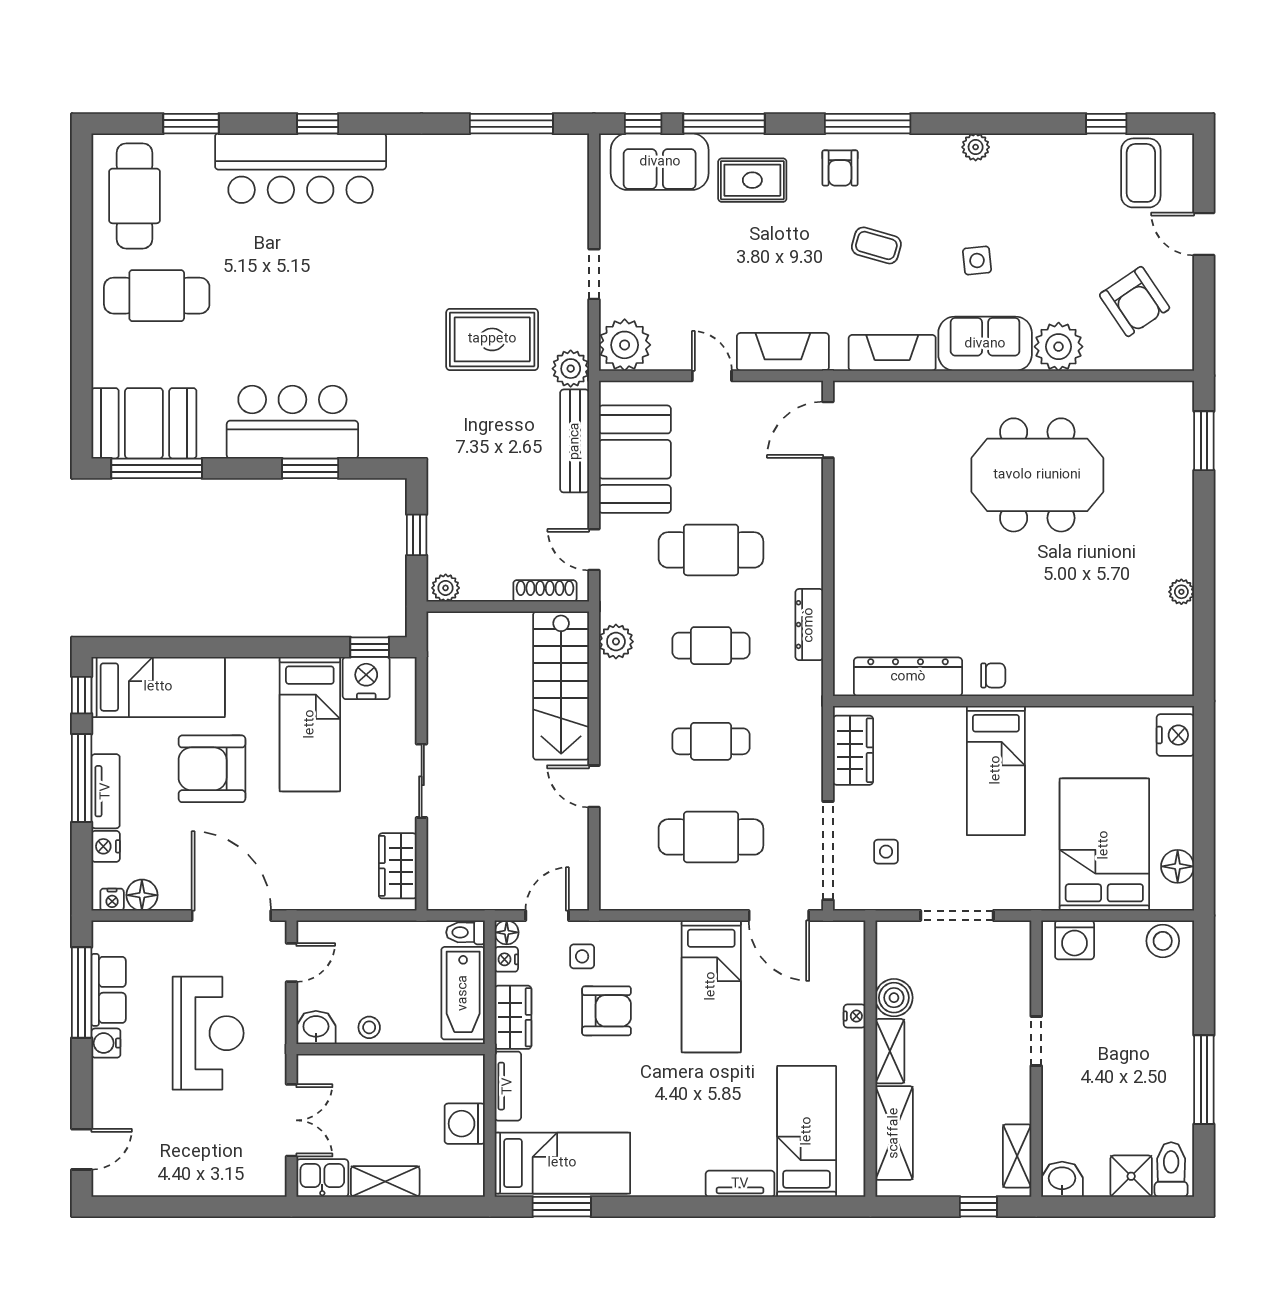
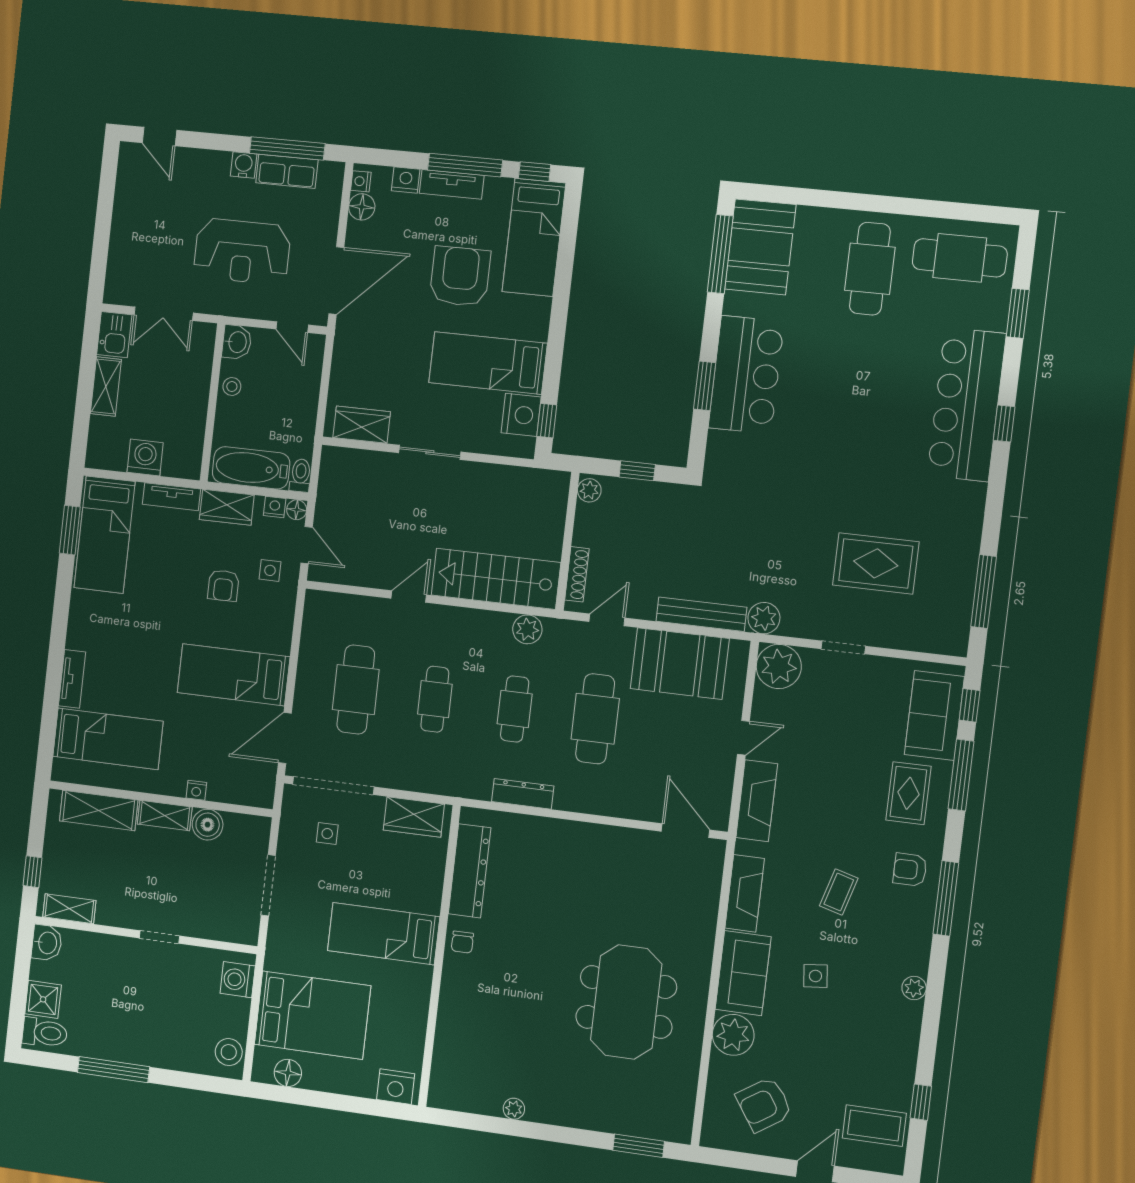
rug: (492, 339) -> (876, 563), moved, turned 90
armchair: (607, 1011) -> (223, 586), width x0.72, depth x0.72

